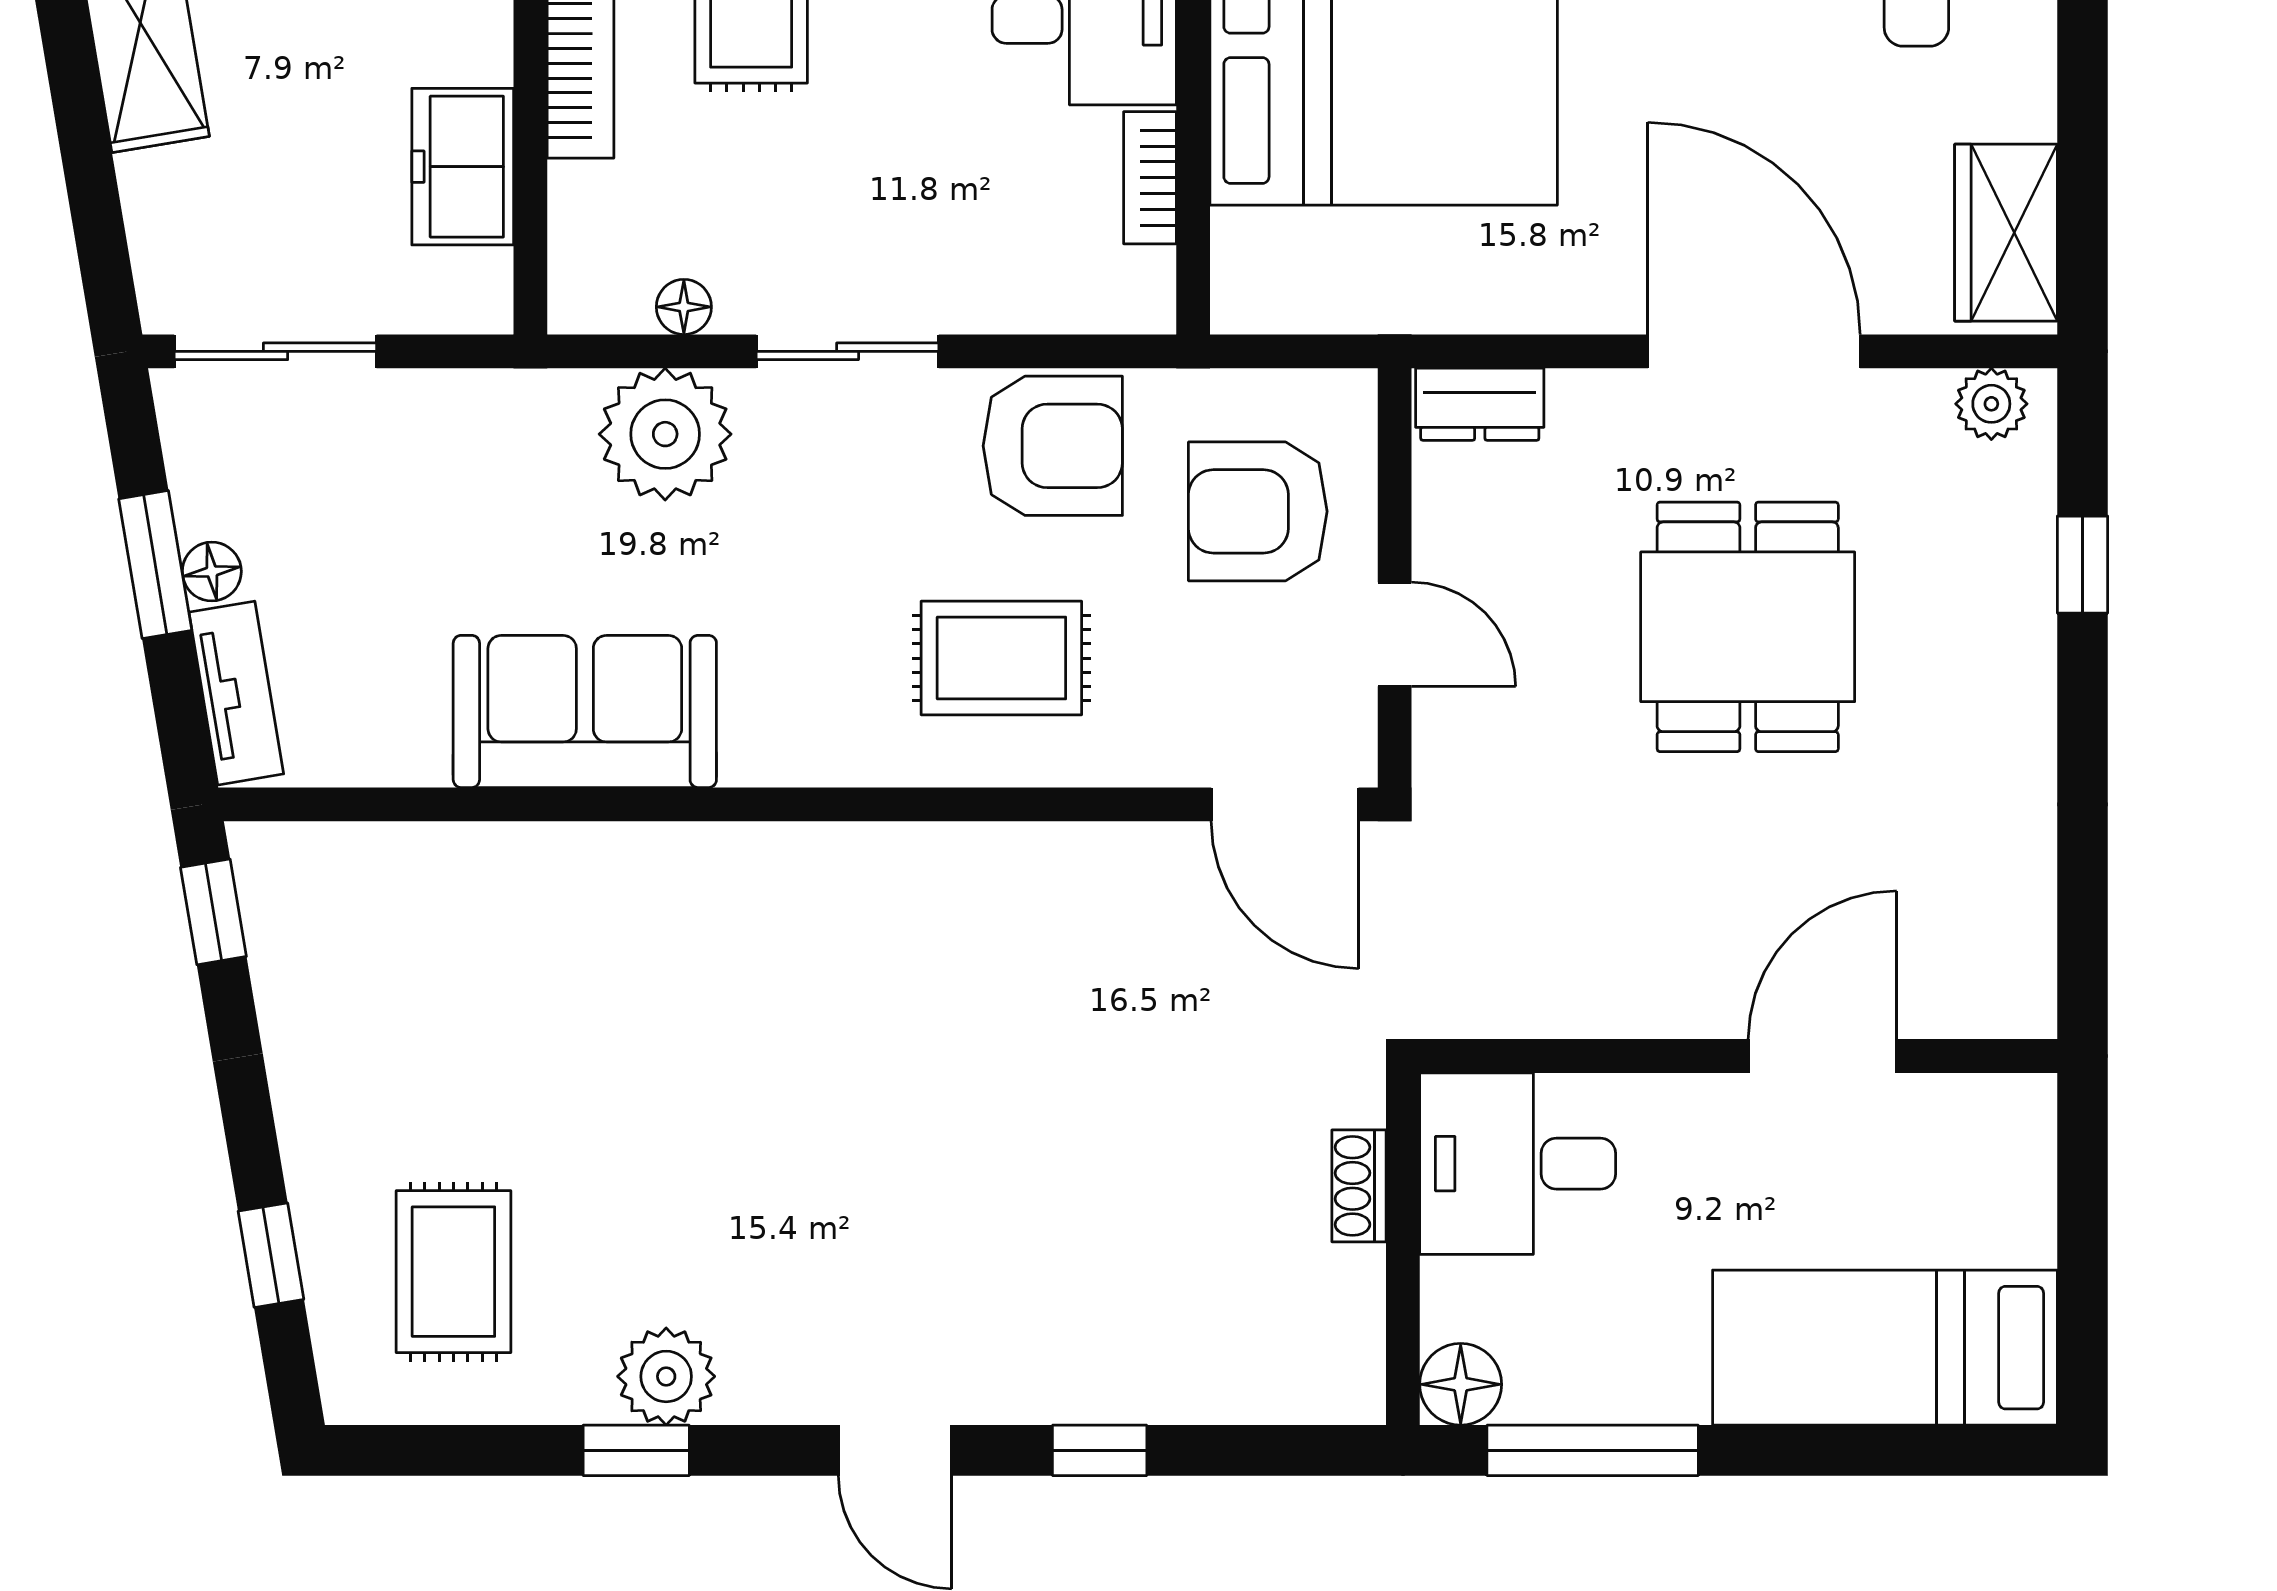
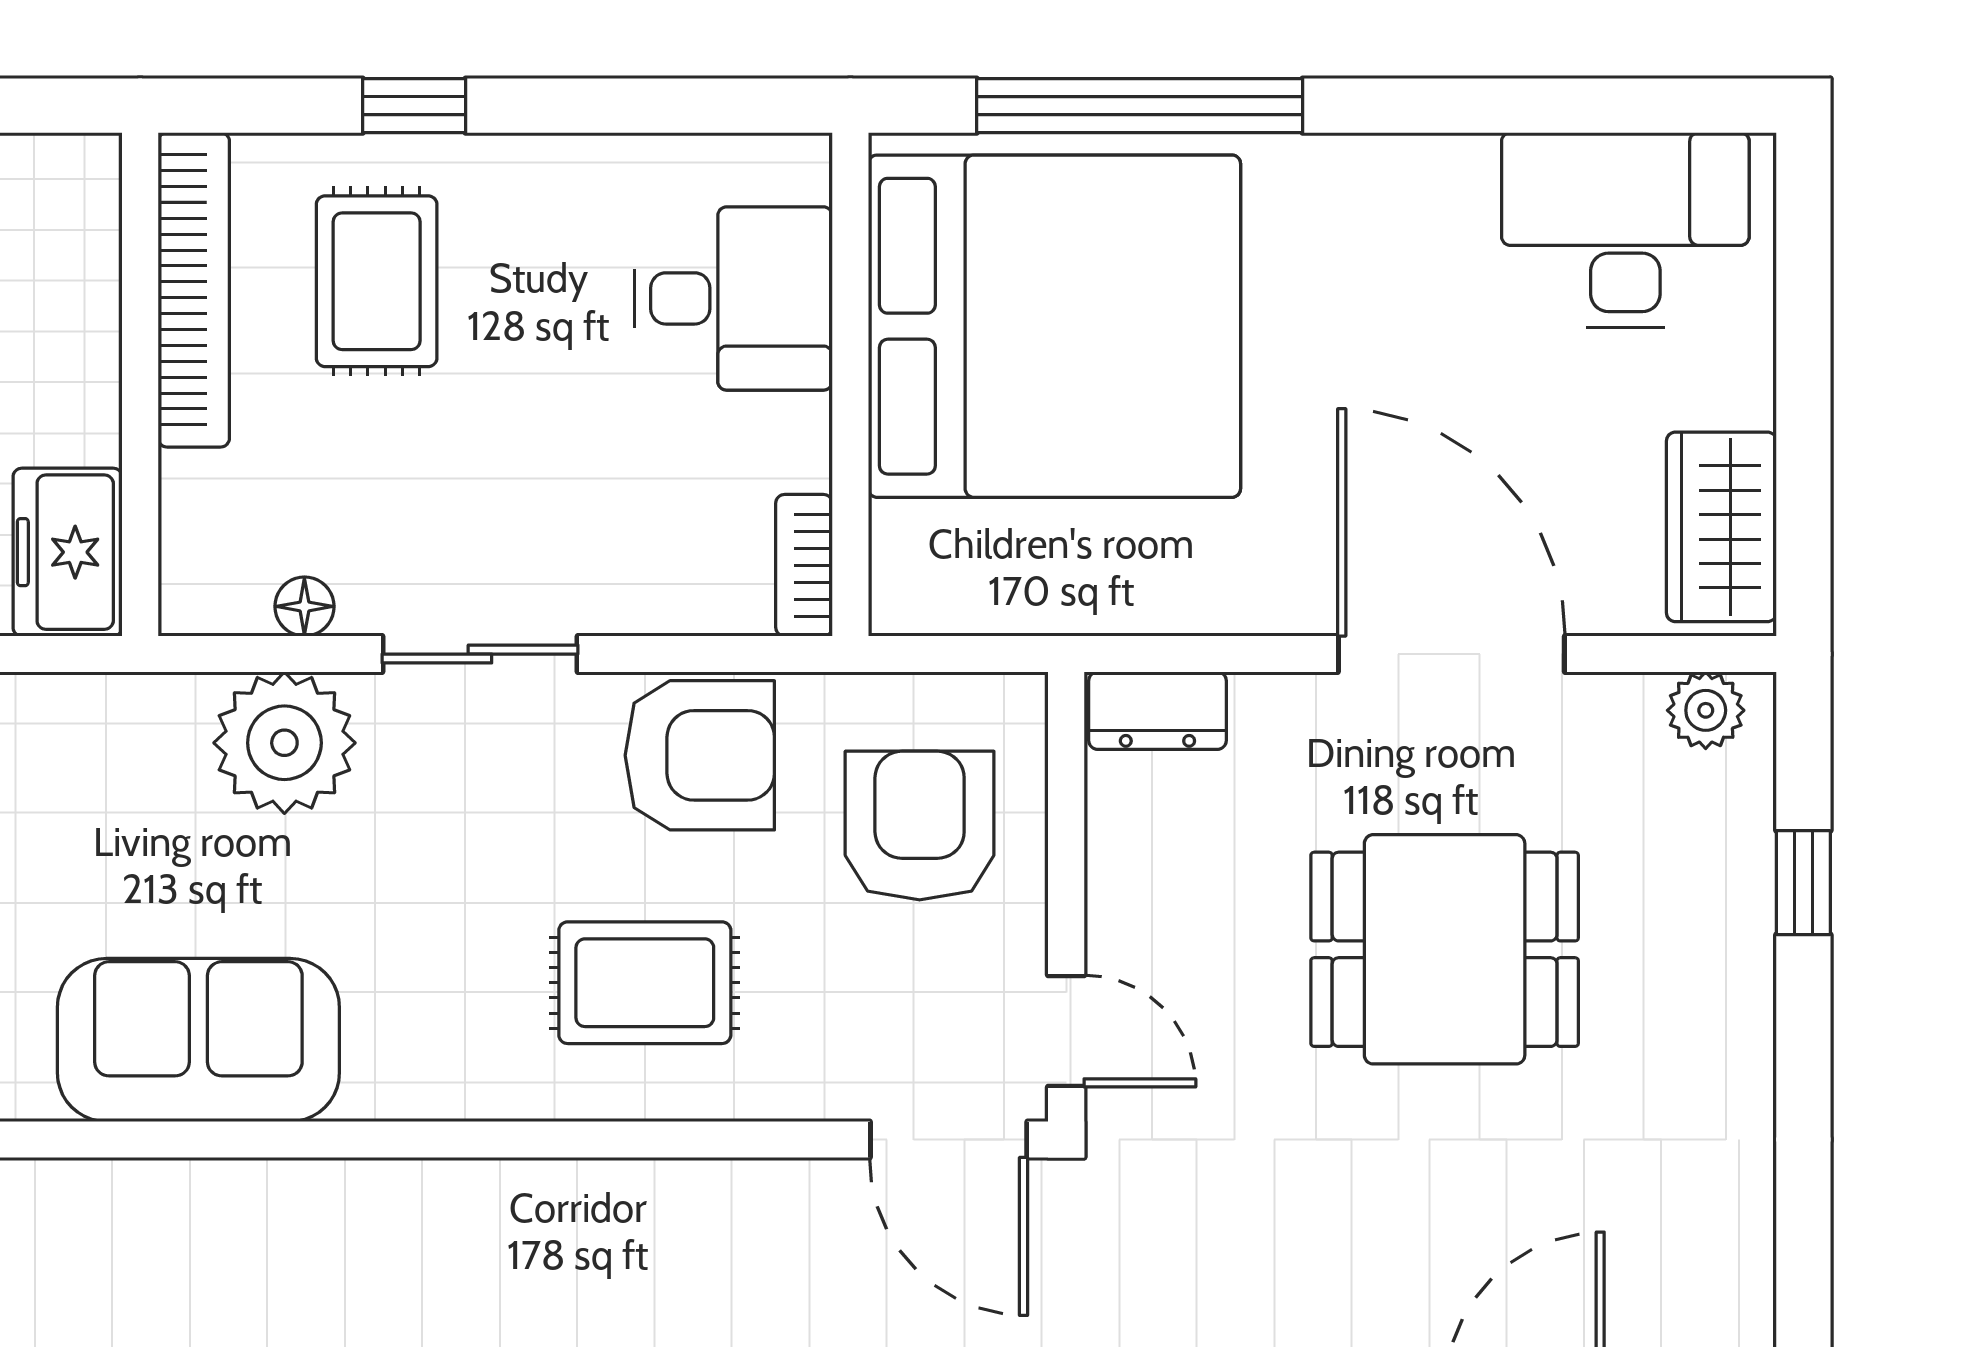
freezer: (463, 167) -> (68, 552), moved
bookcase: (1150, 178) -> (804, 565), moved
armchair: (1258, 511) -> (920, 826), turned 90
dining table: (1748, 627) -> (1445, 949), turned 90
door: (1395, 634) -> (1066, 1031), moved

